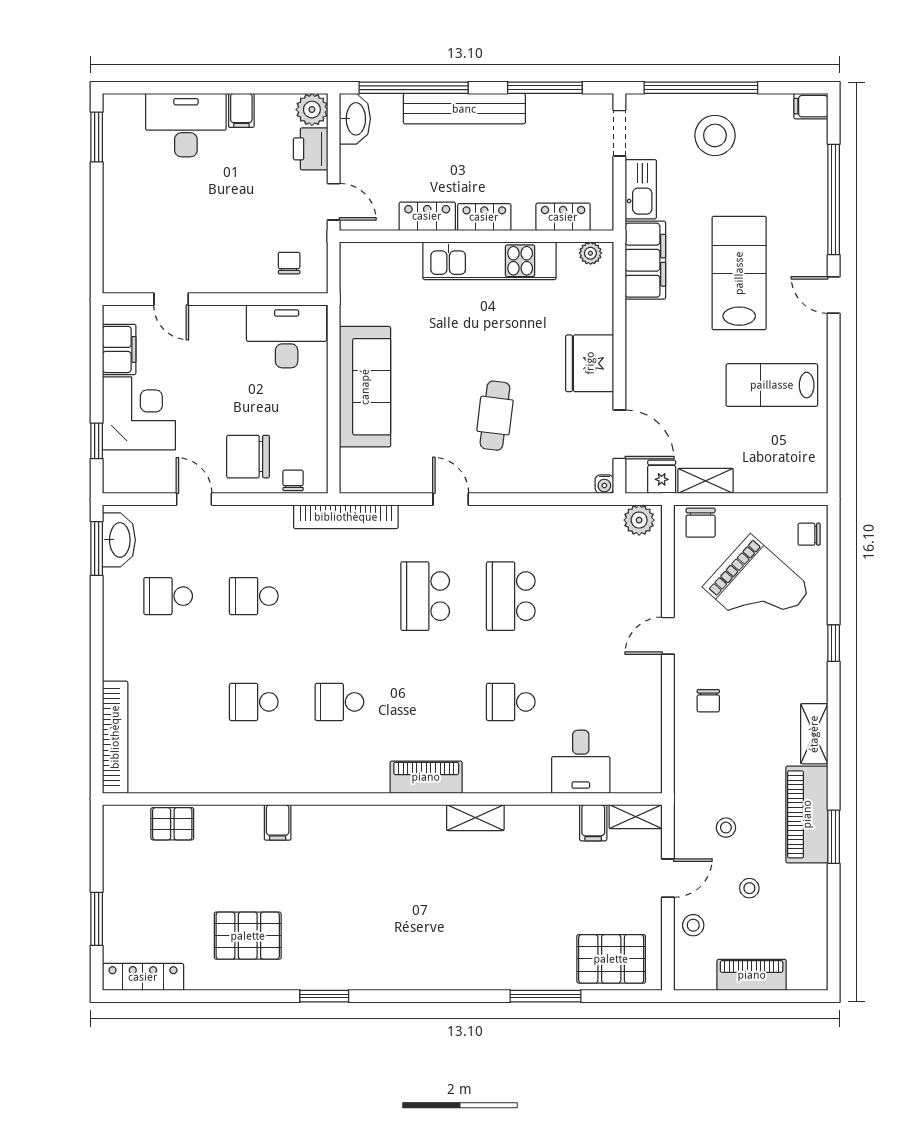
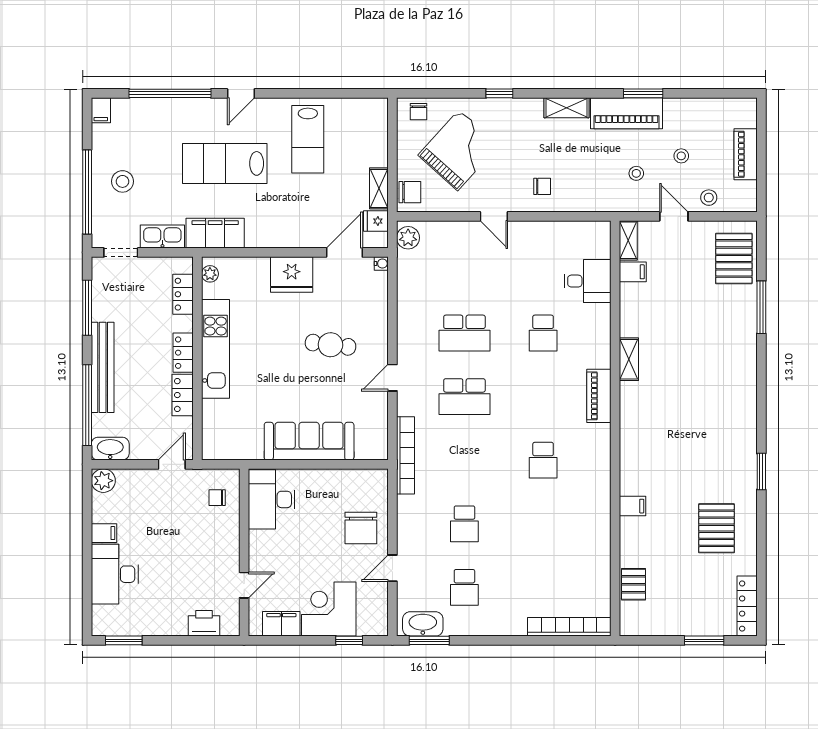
stool: (715, 135) -> (123, 181), width x0.73, depth x0.73
printer: (311, 149) -> (204, 623), moved, turned 180
chair: (293, 480) -> (379, 495), removed
school desk: (254, 702) -> (543, 524), removed

